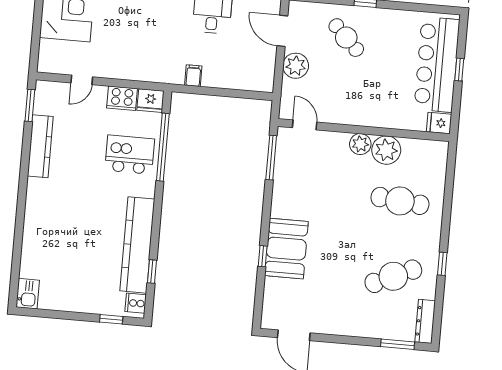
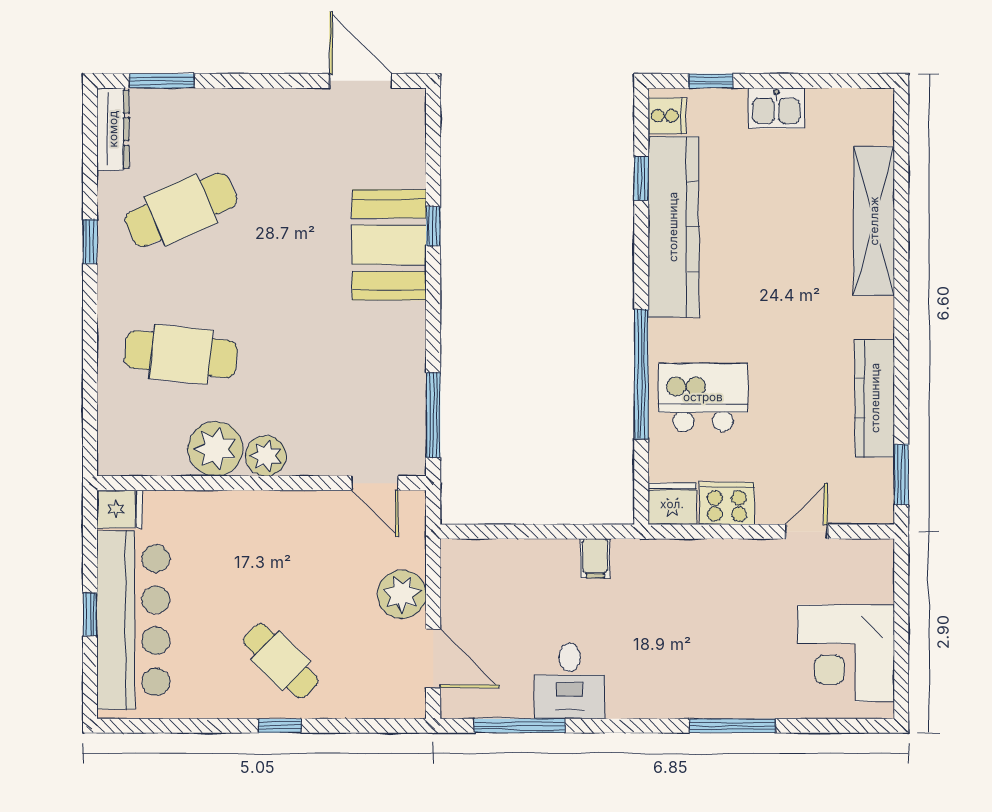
cafe table: (346, 38) -> (281, 661), moved
window: (163, 147) -> (641, 374), moved
kitchen island: (130, 155) -> (703, 397), turned 180
shelving: (33, 239) -> (874, 221), added
kitchen sink: (28, 294) -> (776, 108), moved, turned -90

